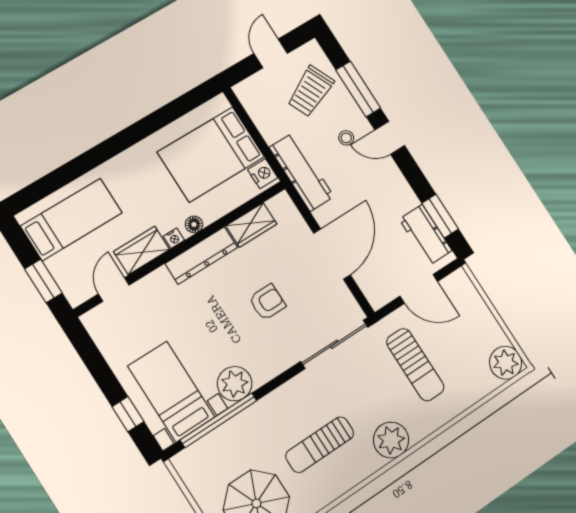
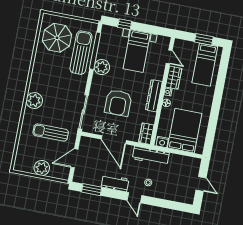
window: (358, 89) -> (161, 203), removed
trolley: (311, 91) -> (175, 185), removed
door: (390, 138) -> (134, 198), swing flipped
wardrobe: (251, 225) -> (146, 134), moved
workbench: (426, 235) -> (115, 183), moved
window: (43, 281) -> (204, 39), moved
armchair: (267, 302) -> (118, 103), width x1.88, depth x1.88
plant: (506, 363) -> (42, 168), moved
bed with nightstands: (171, 392) -> (137, 51), moved, turned 90
sun lounger: (320, 445) -> (81, 53), moved, width x1.36, depth x1.34

